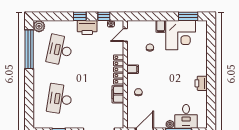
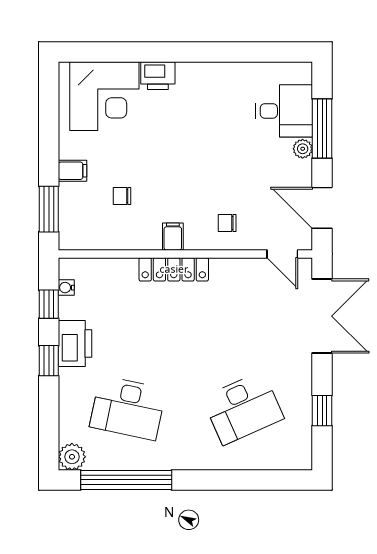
window: (188, 16) -> (49, 209), moved
door: (125, 35) -> (282, 254), moved
corner desk: (181, 35) -> (104, 96), moved, turned 90
printer: (201, 83) -> (158, 76), moved
filing cabinet: (118, 94) -> (232, 271), removed
desk: (60, 99) -> (243, 408), turned -33

